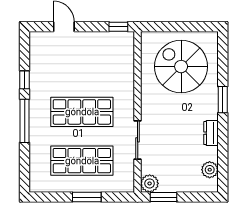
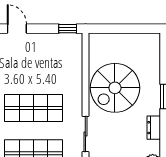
spiral stairs: (181, 67) -> (115, 88), moved, turned -90

